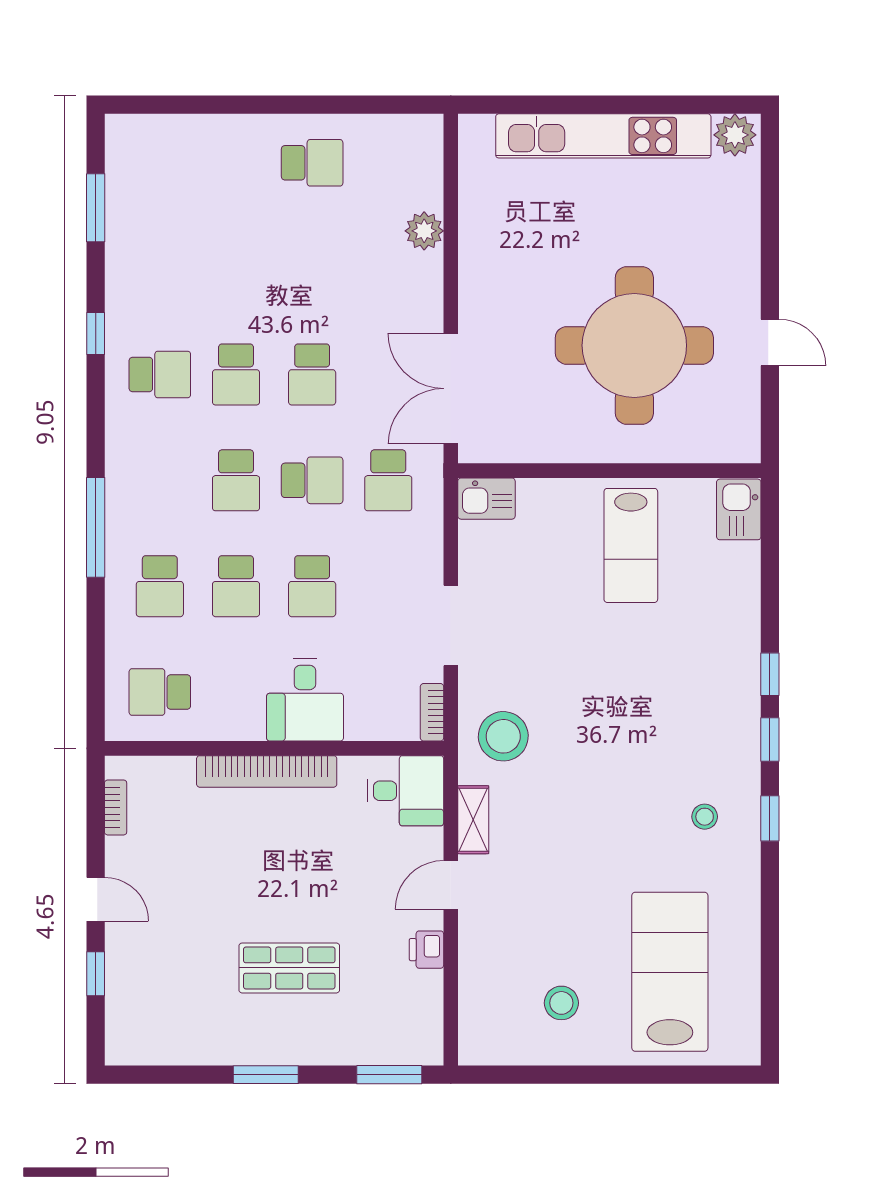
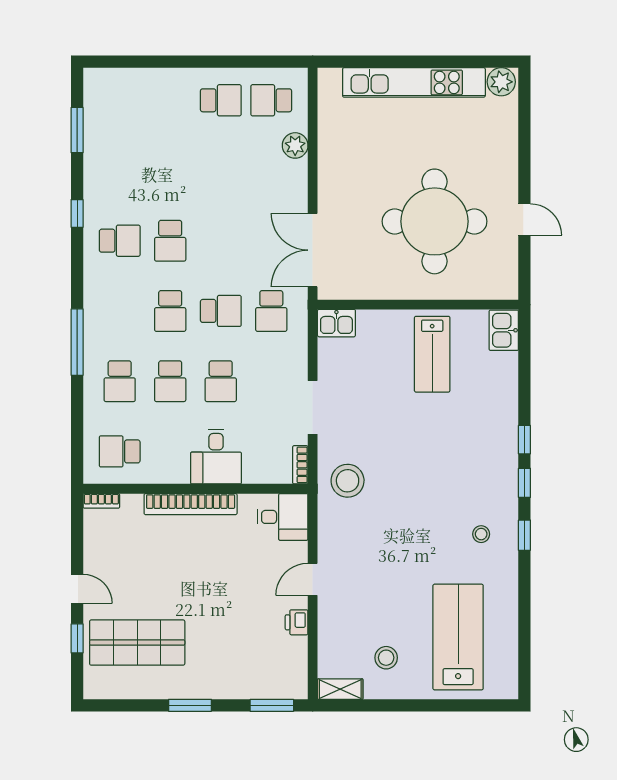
school desk: (312, 374) -> (271, 100), moved, turned 90
bookcase: (116, 807) -> (101, 501), moved, turned 90
shelving: (473, 820) -> (340, 689), moved, turned 90
shop shelf: (289, 968) -> (137, 643), moved, width x1.43, depth x1.36

